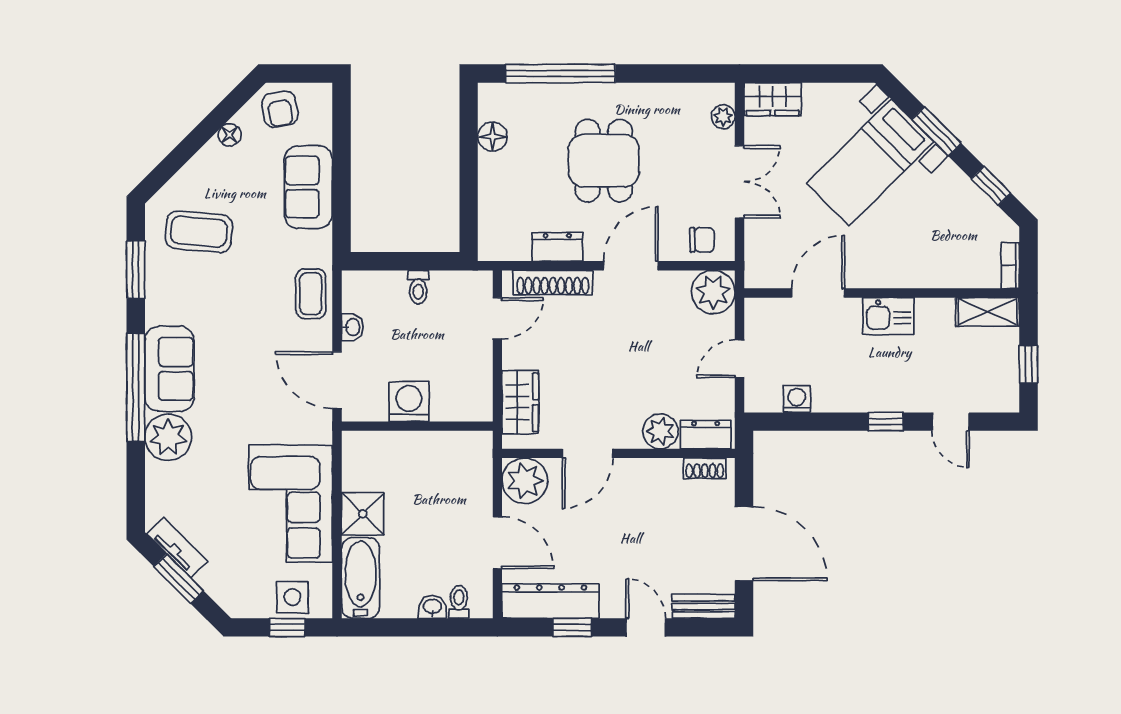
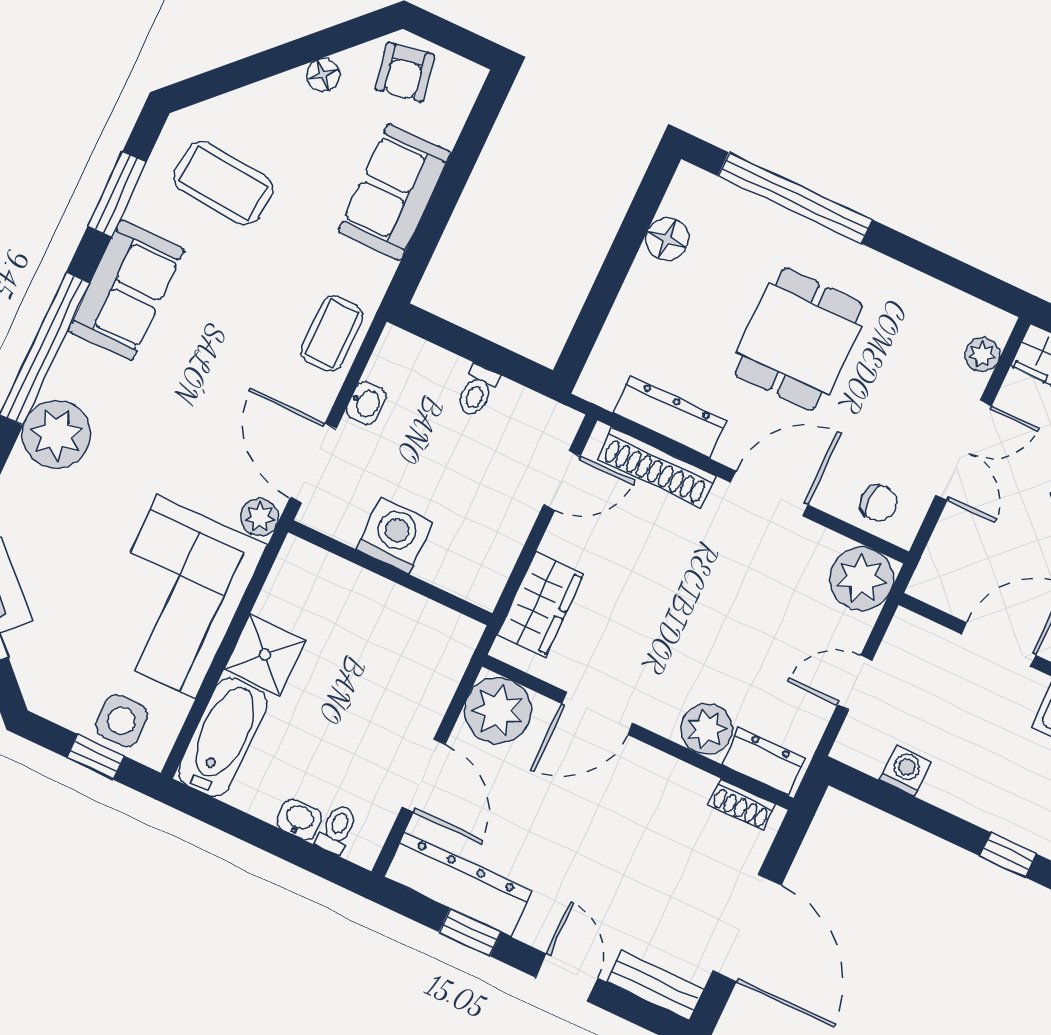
dresser: (557, 247) -> (670, 417), width x1.44
sofa: (169, 369) -> (126, 290), moved
plant: (319, 430) -> (260, 517), added

